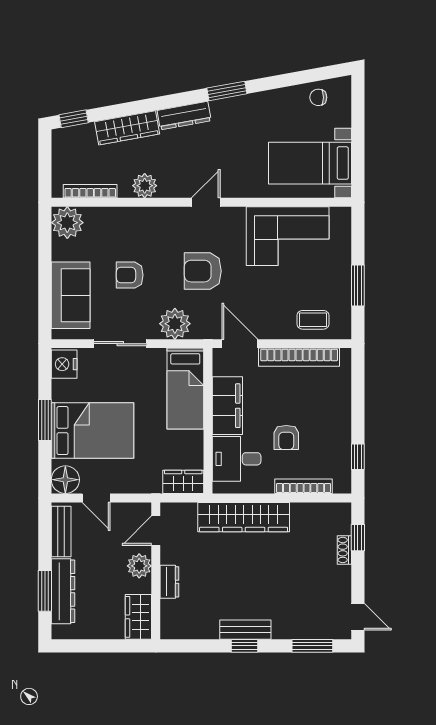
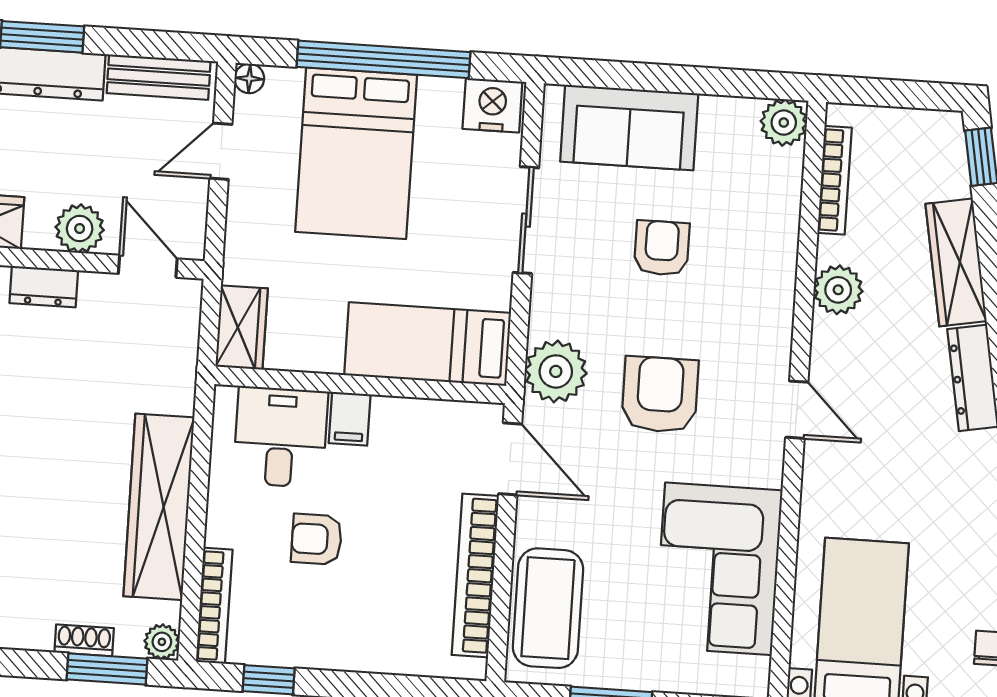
plant: (67, 223) -> (784, 123), width x0.73, depth x0.73
coffee table: (313, 320) -> (548, 608), width x1.86, depth x1.72
plant: (175, 324) -> (556, 371), moved
door: (240, 344) -> (510, 459), hinge flipped
filing cabinet: (227, 406) -> (350, 419), width x0.33, depth x0.86
window: (45, 420) -> (384, 59), width x2.11
floor lamp: (65, 480) -> (249, 78), width x0.53, depth x0.53
bookcase: (304, 486) -> (214, 606), moved
plant: (343, 511) -> (162, 642), added
wardrobe: (244, 517) -> (159, 507), moved
window: (358, 538) -> (107, 669), width x1.50

